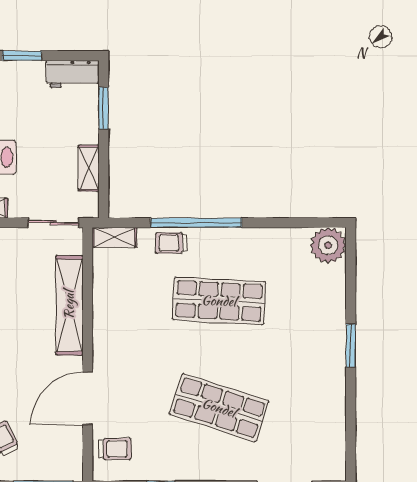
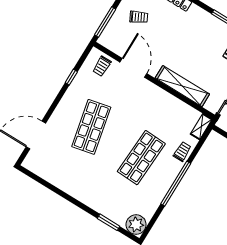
window: (196, 223) -> (176, 184), moved
window: (351, 346) -> (109, 222), moved
shop shelf: (219, 408) -> (91, 127), turned -30

